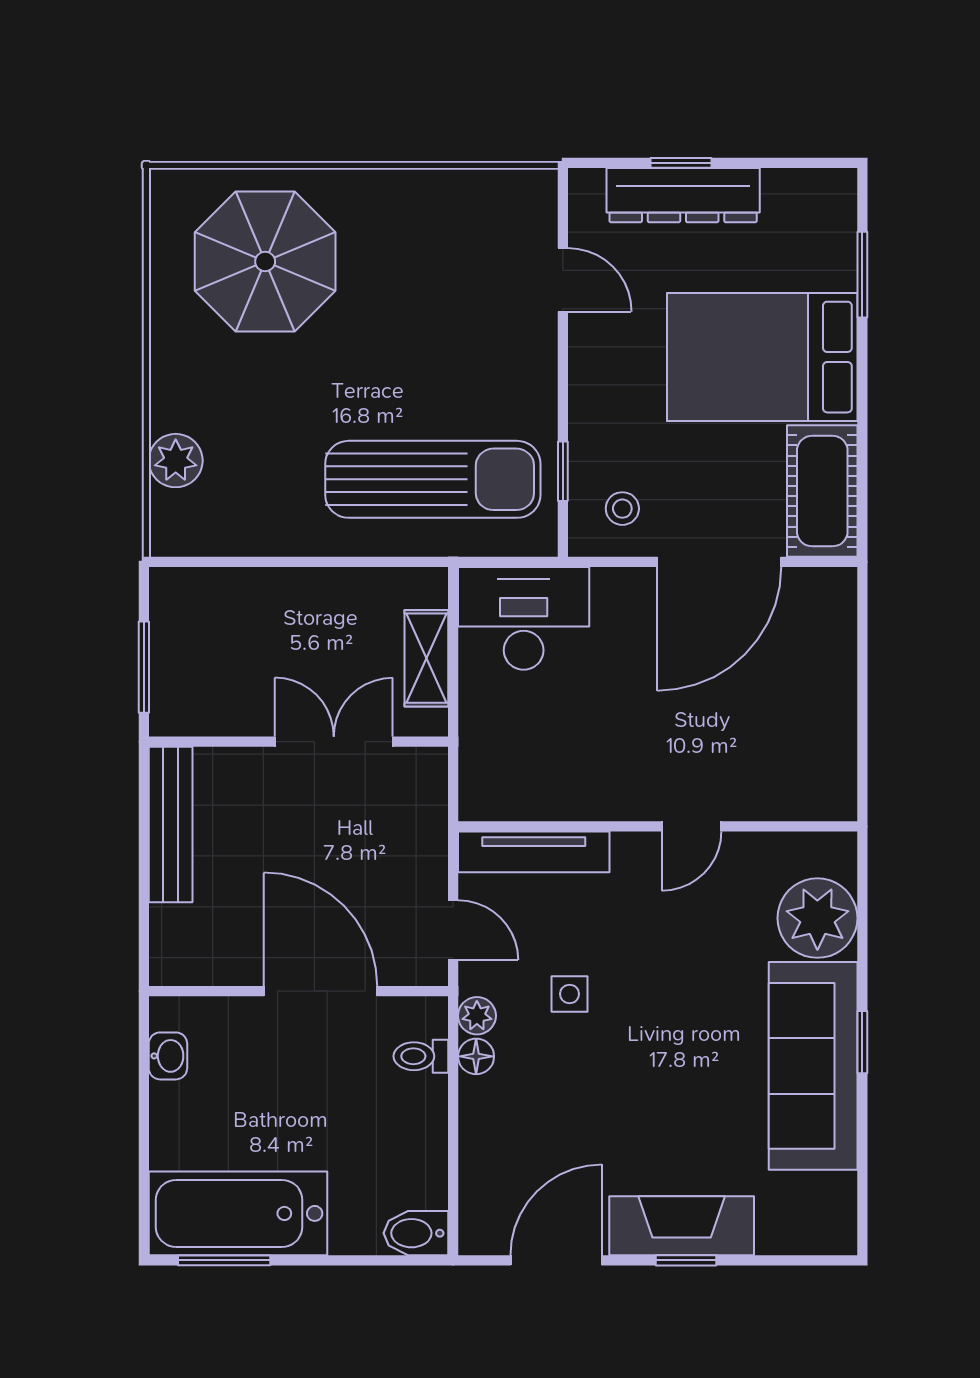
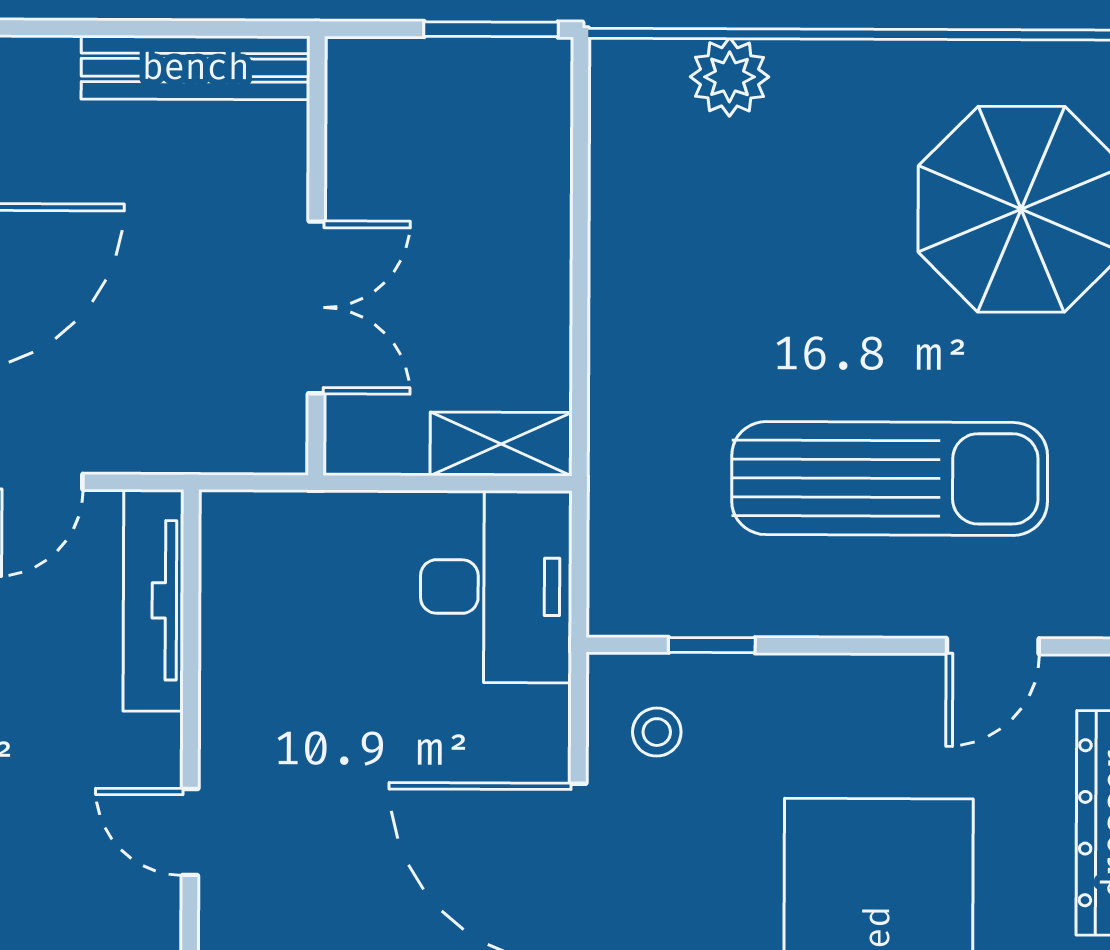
sun lounger: (433, 479) -> (890, 479), moved, turned -90
shelving: (426, 658) -> (501, 444), moved
window: (144, 667) -> (491, 29), moved

